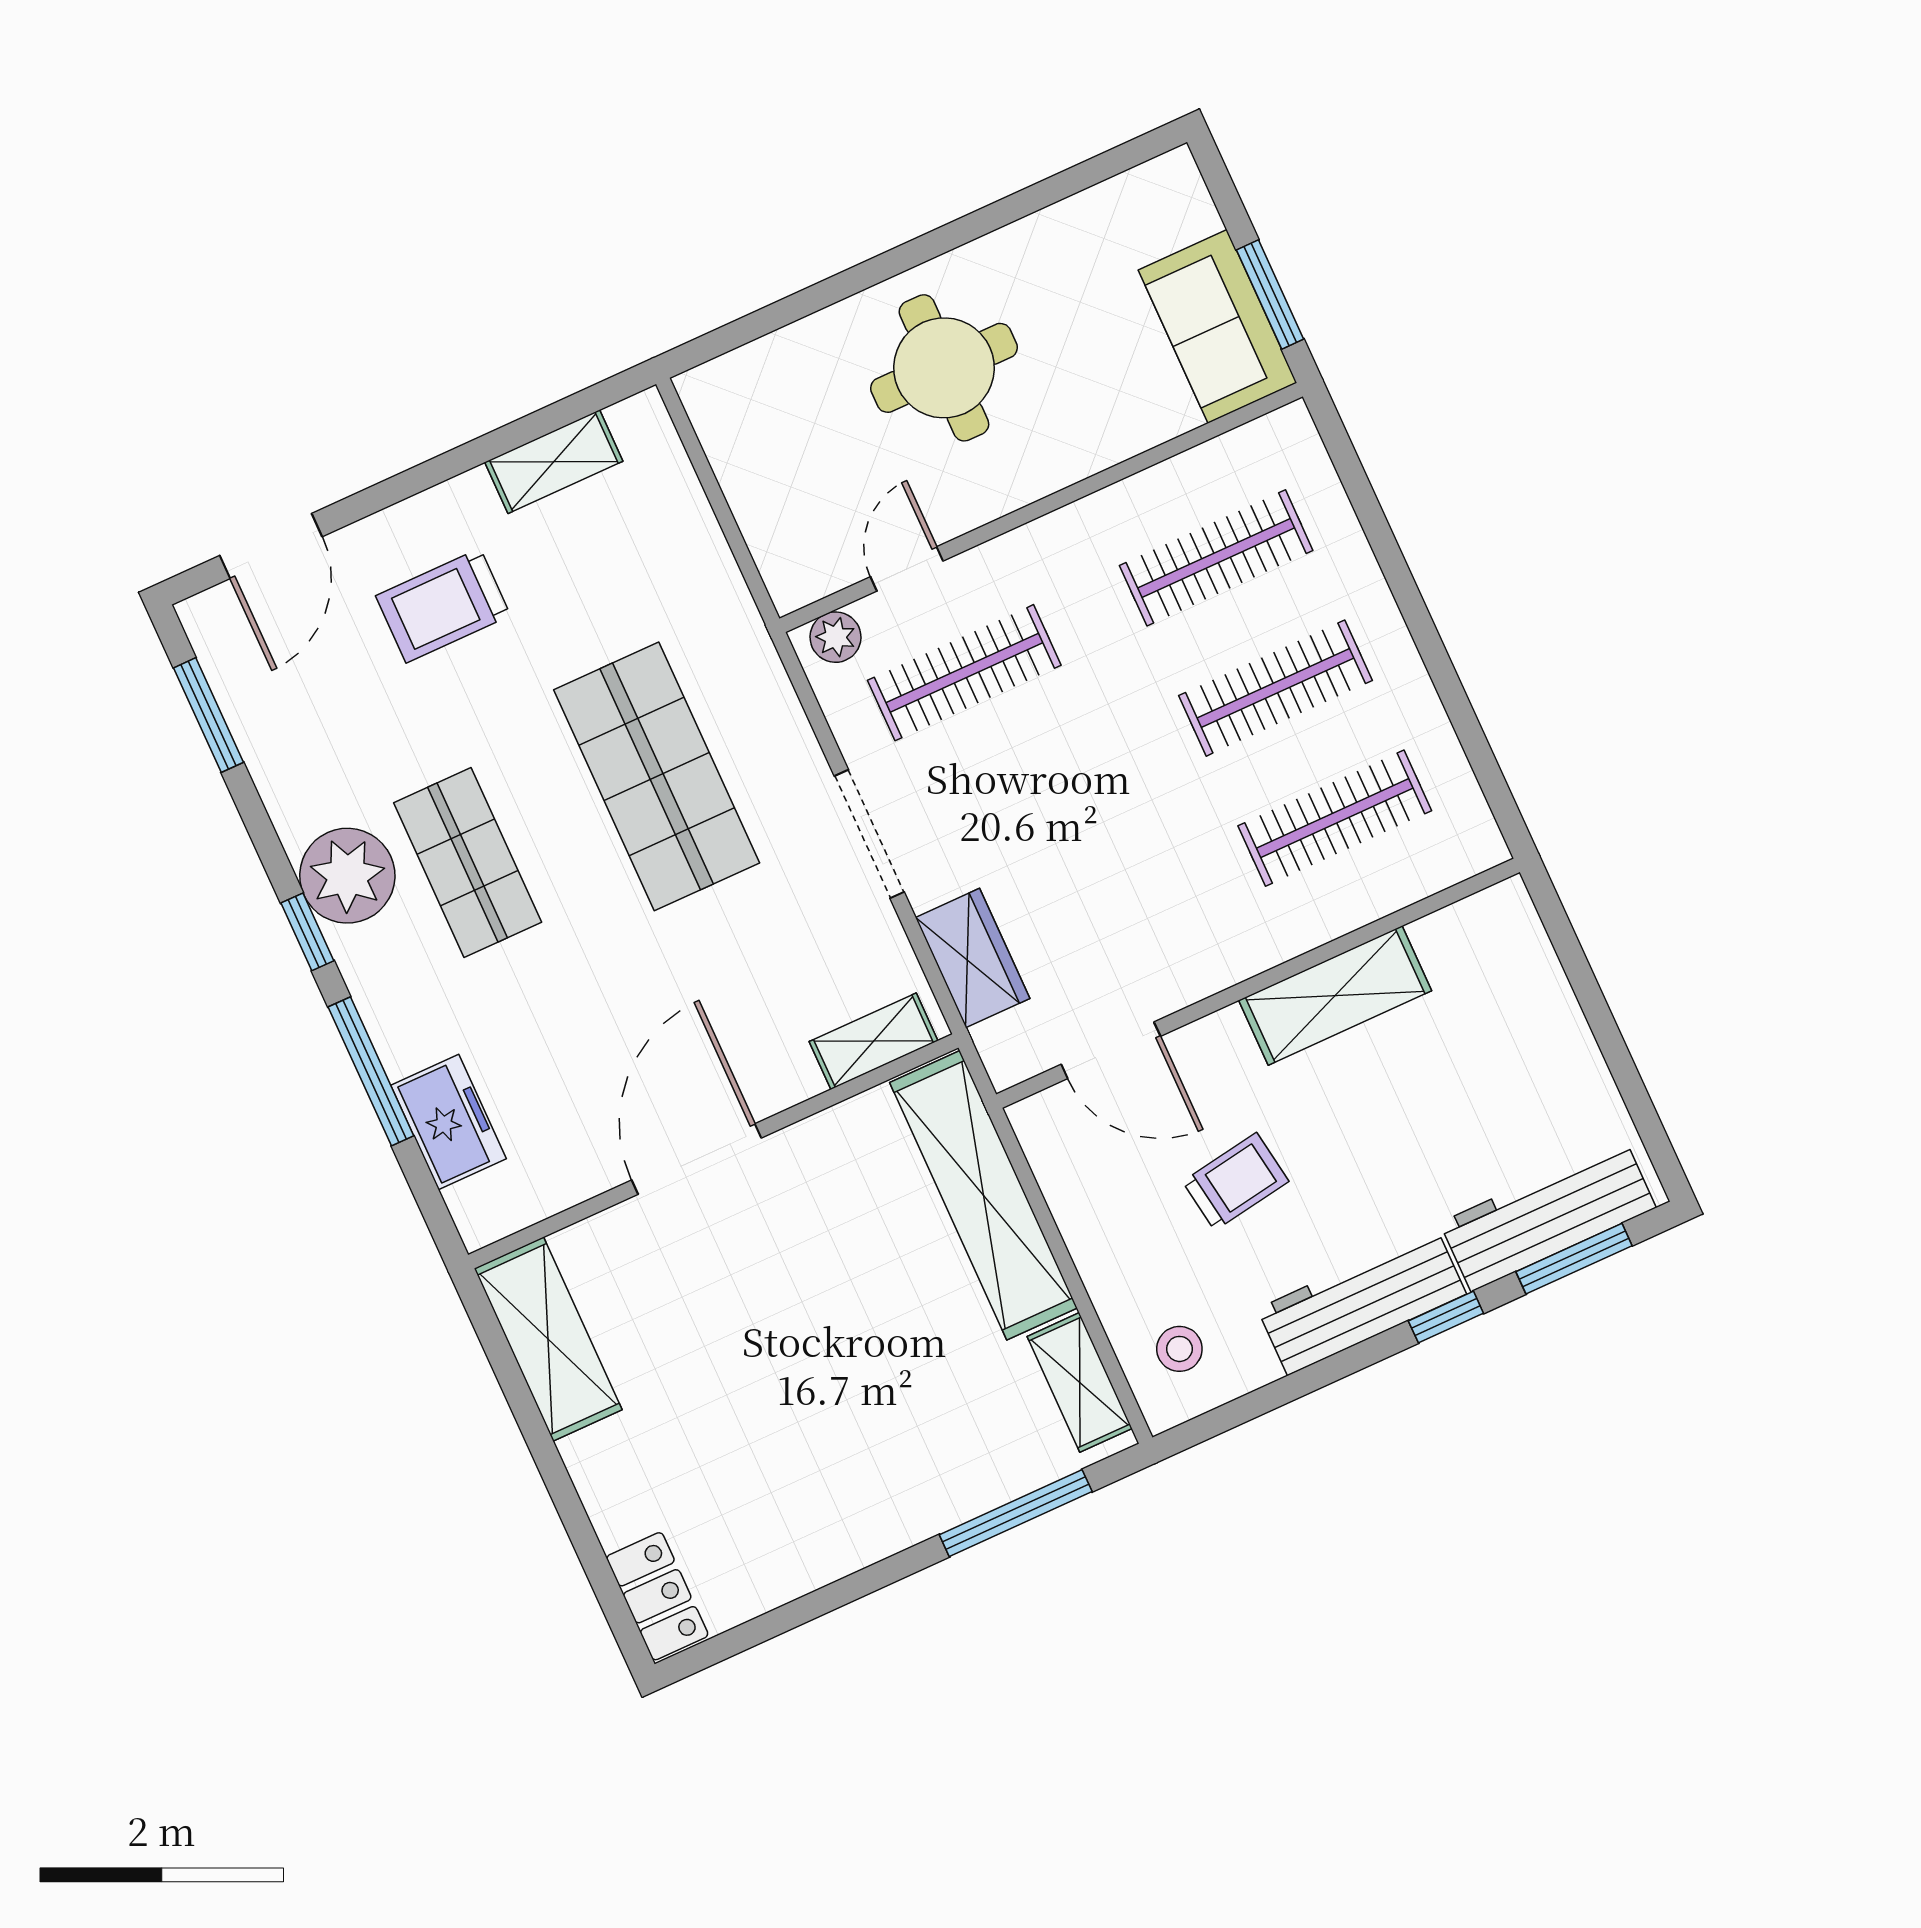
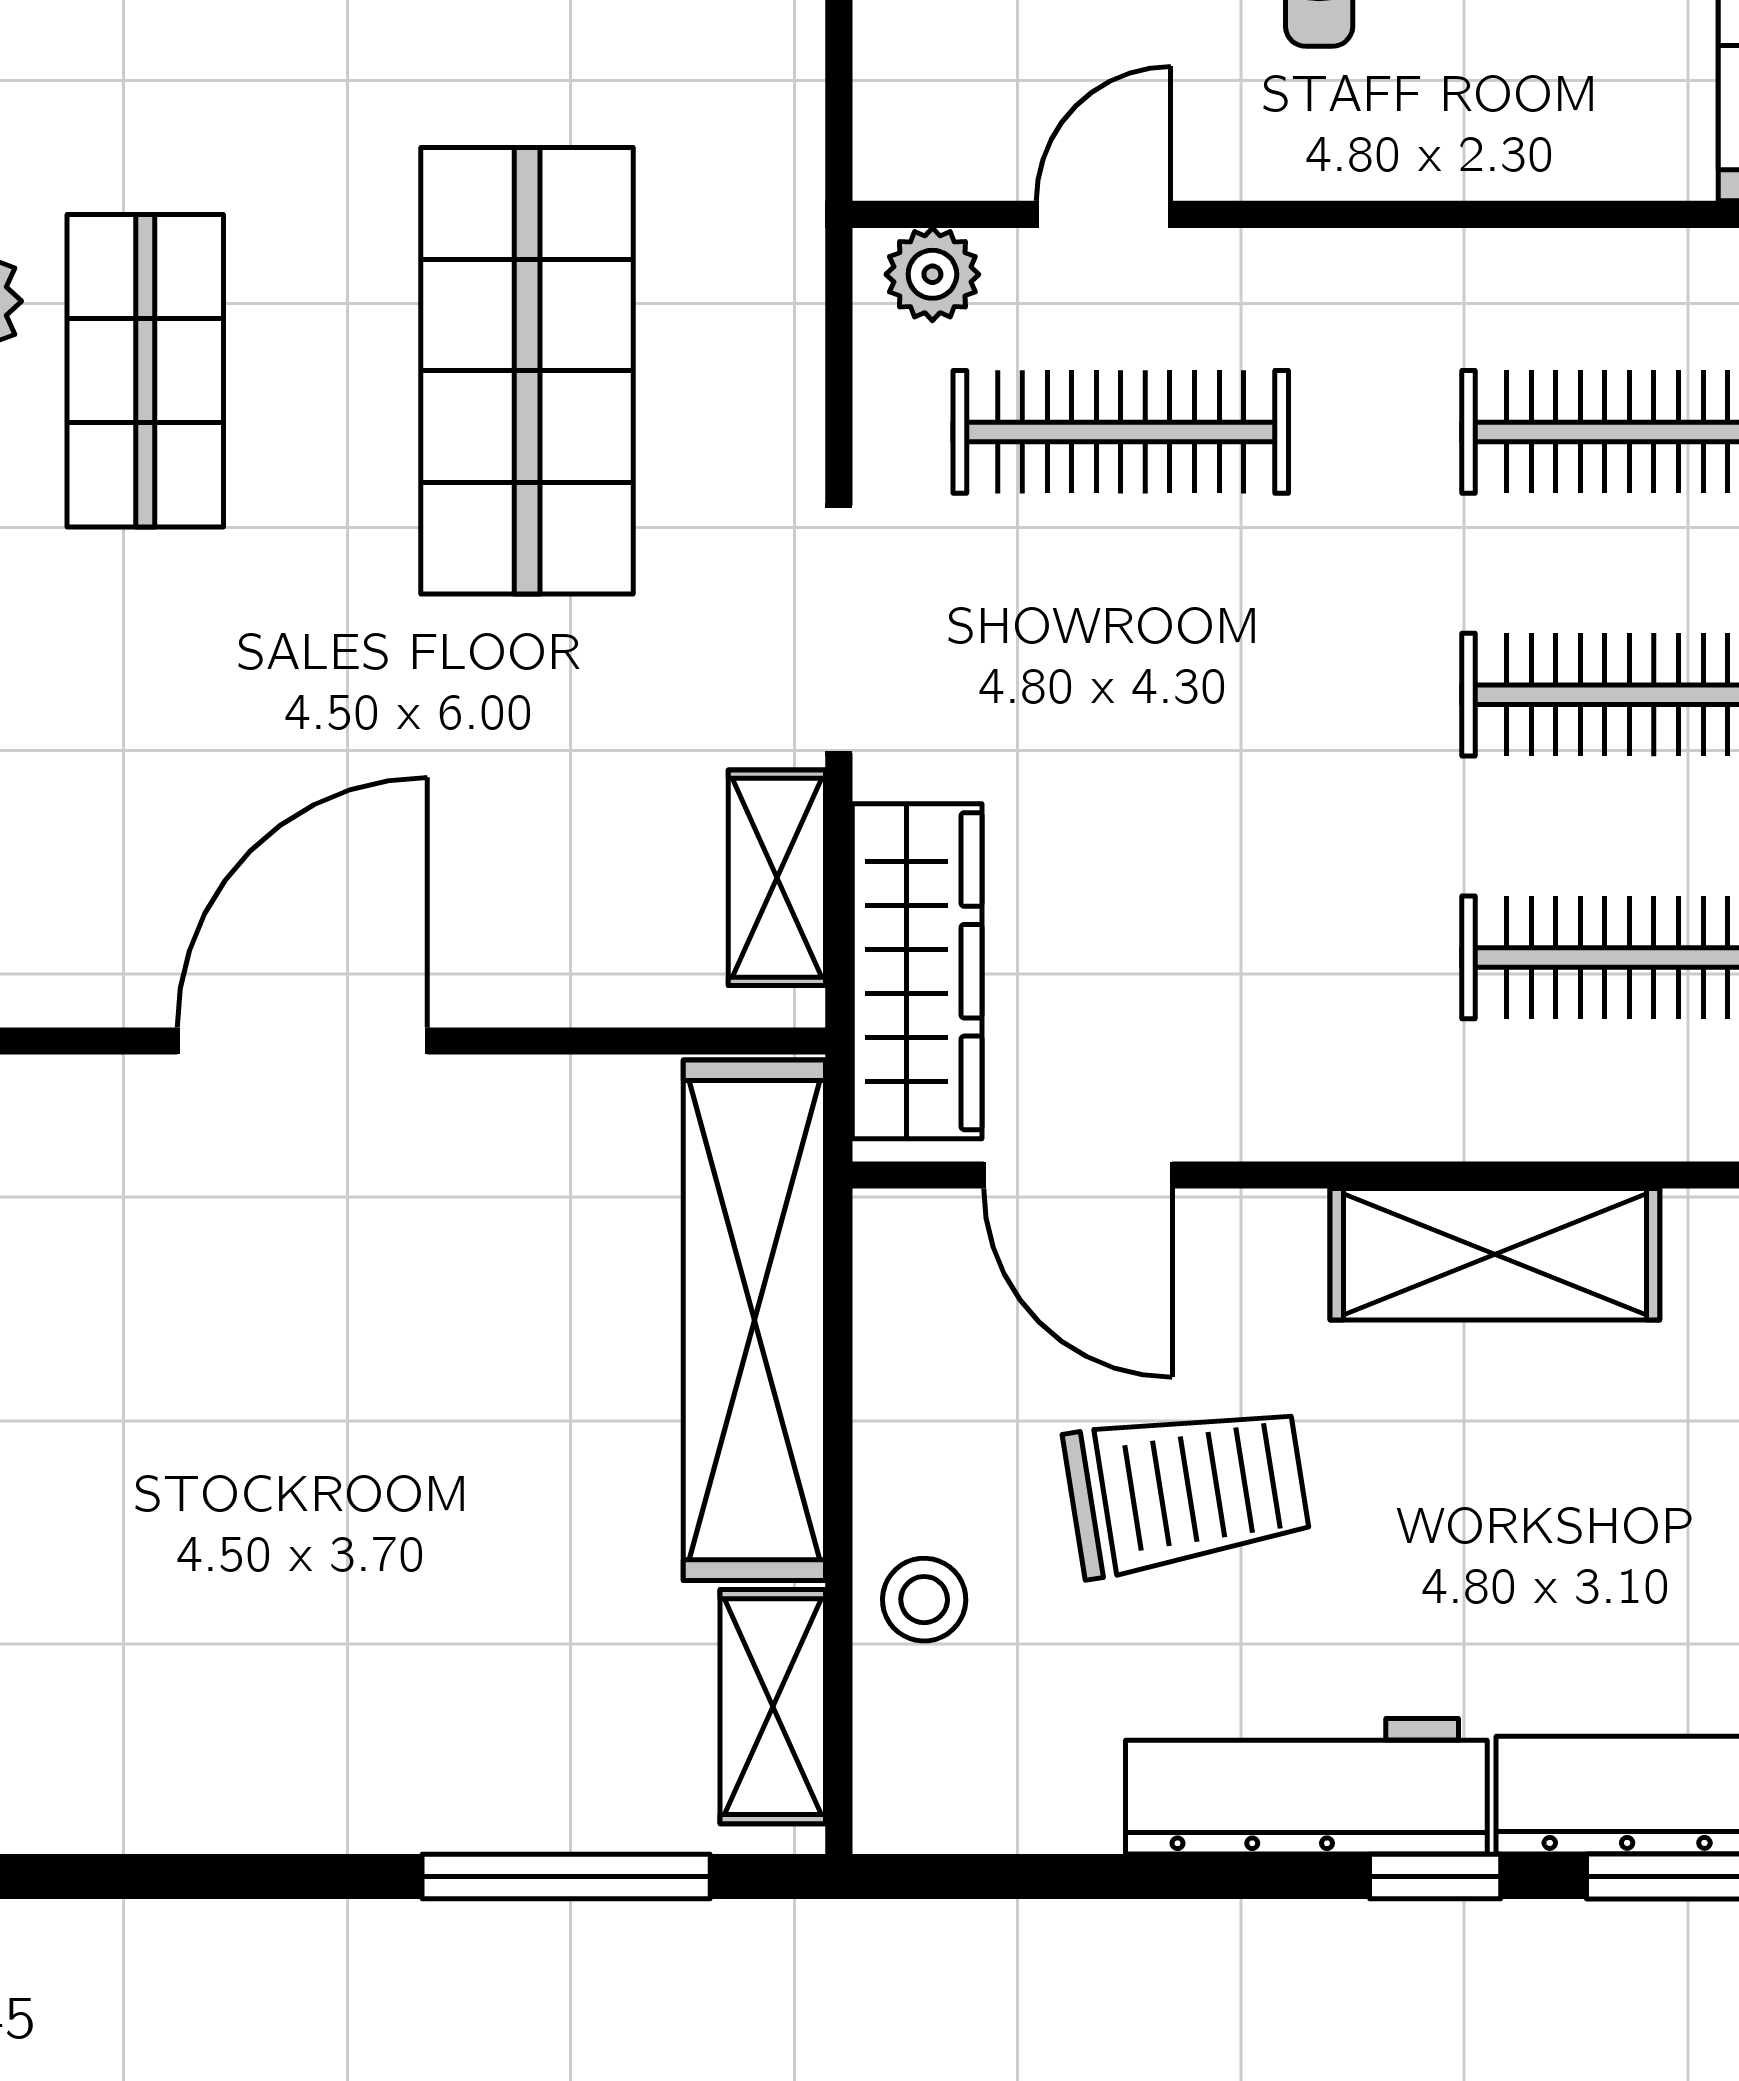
wardrobe: (973, 958) -> (917, 971), width x1.50
shelving: (874, 1041) -> (777, 878), moved, turned 90
trolley: (1236, 1181) -> (1187, 1489), width x1.36, depth x1.39
stool: (1179, 1349) -> (924, 1600), moved

